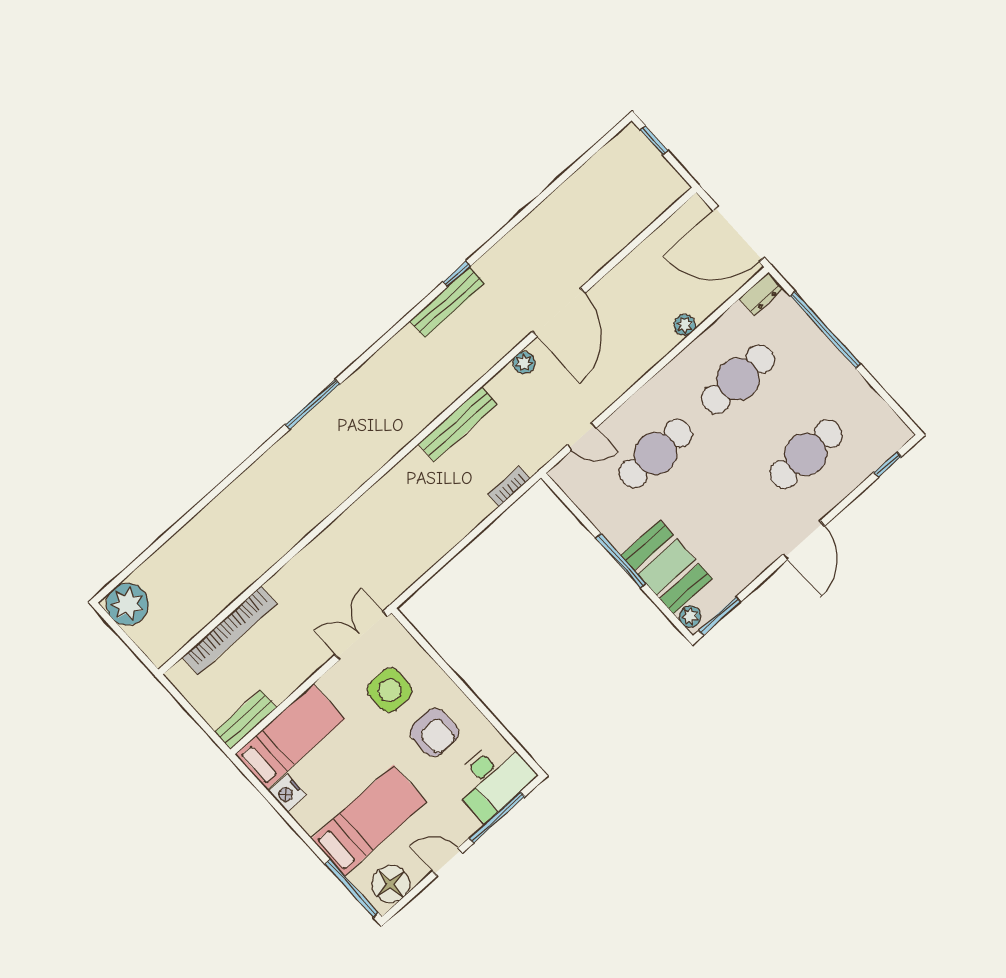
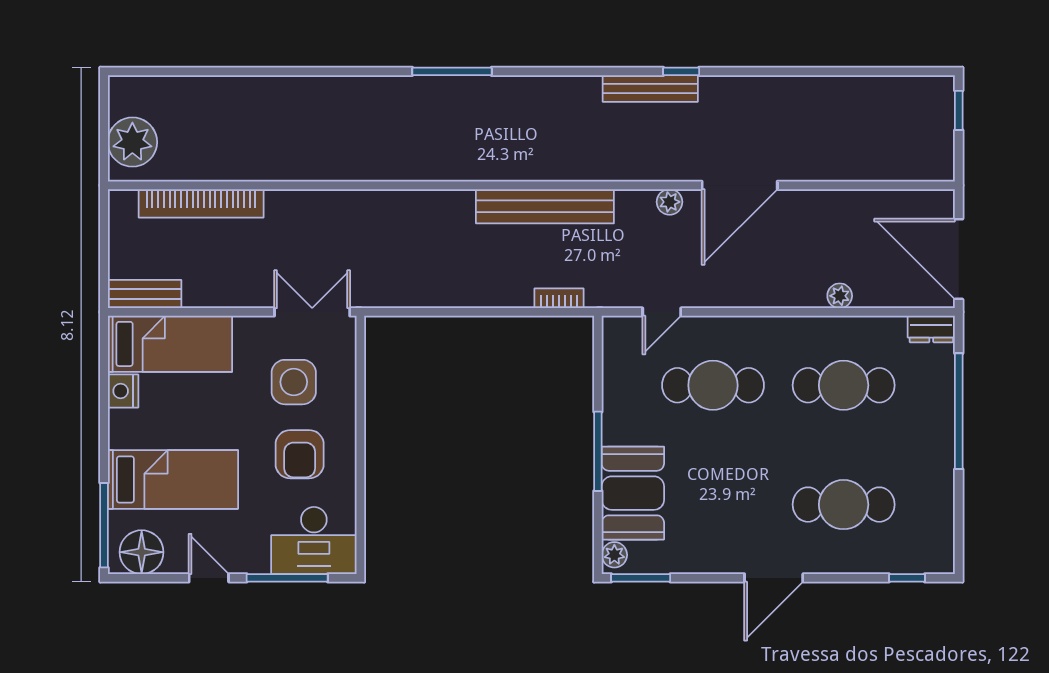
bench: (458, 424) -> (545, 206), width x1.37, depth x1.21
door: (582, 436) -> (662, 312), hinge flipped
plant: (127, 604) -> (132, 142), moved

